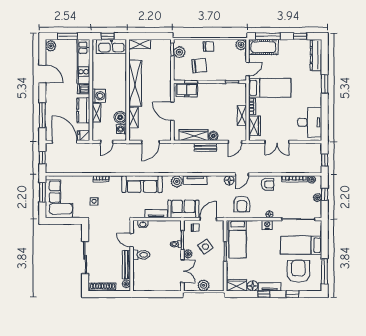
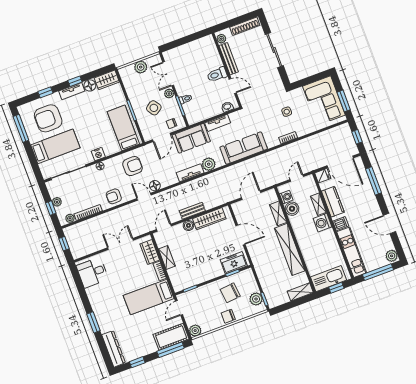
window: (68, 36) -> (378, 272), width x1.44
desk: (310, 122) -> (92, 273), width x0.73
door: (242, 174) -> (144, 197), hinge flipped
armchair: (242, 204) -> (133, 166), turned 90
armchair: (298, 271) -> (48, 118), turned 90

